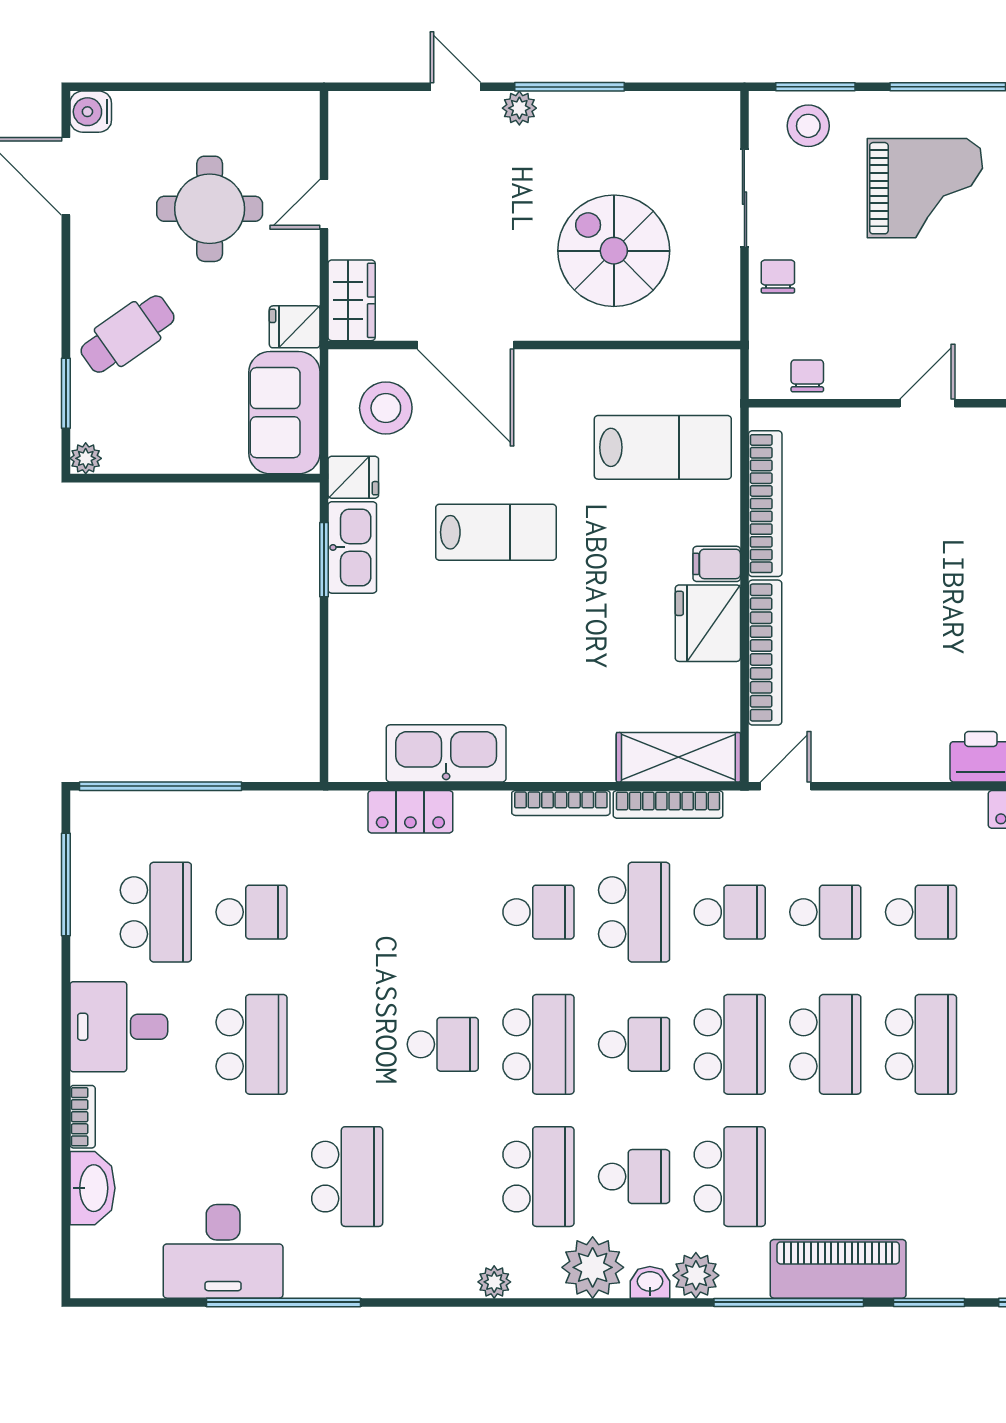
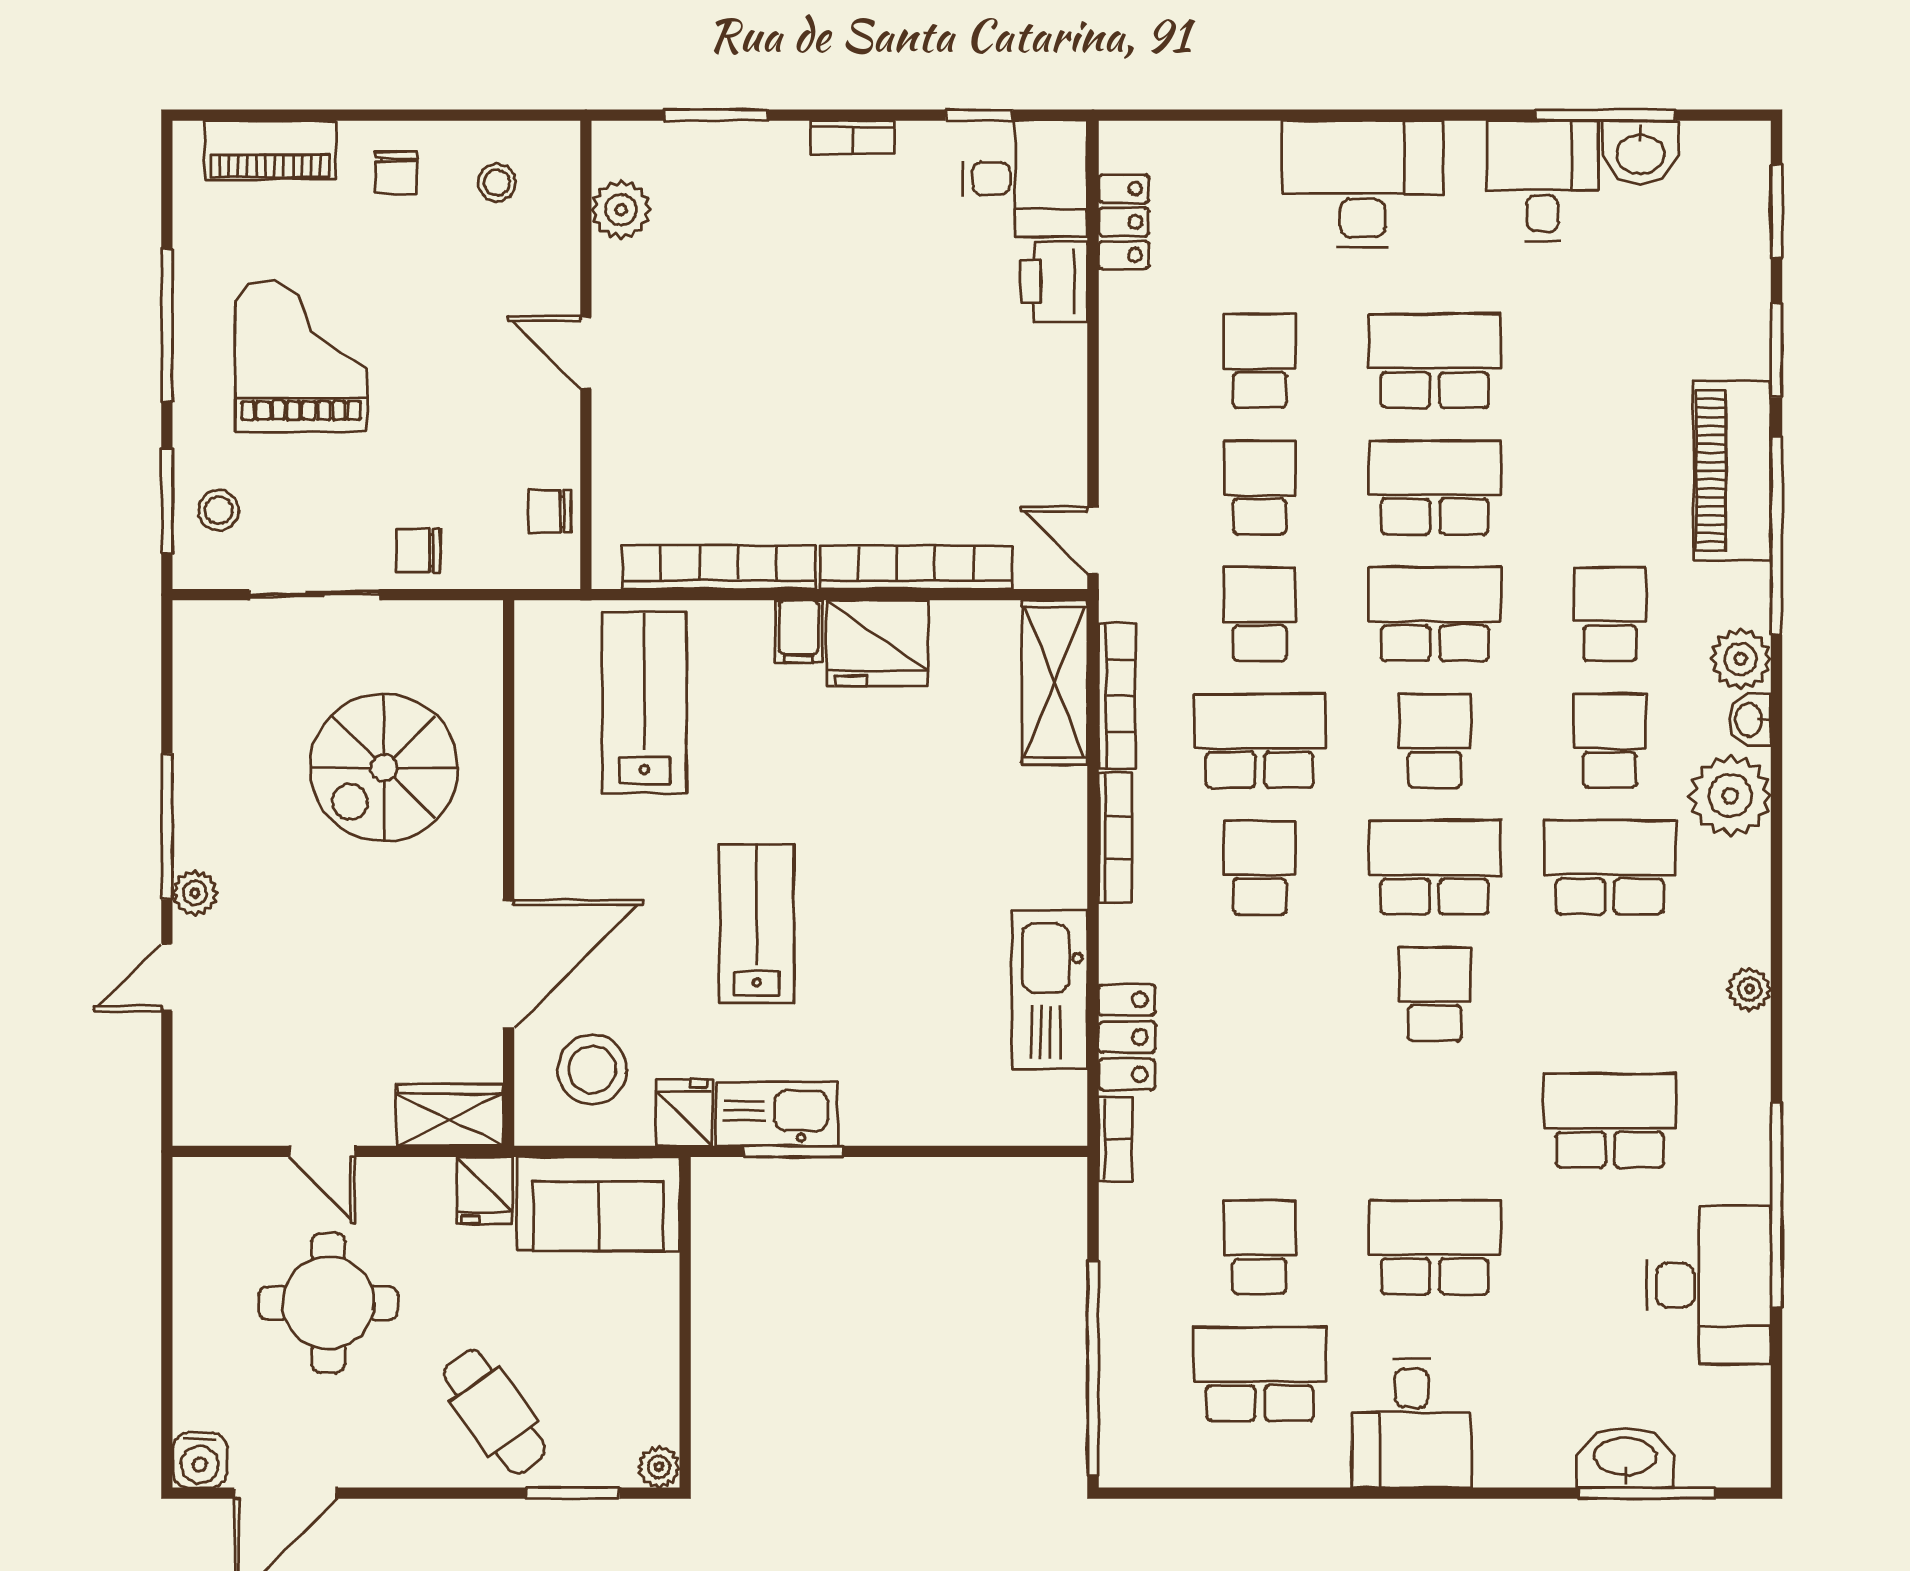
stool: (808, 126) -> (219, 510), width x0.73, depth x0.73
window: (66, 884) -> (1647, 1493), moved
bookcase: (83, 1117) -> (1115, 1139), moved, turned 90
school desk: (730, 1177) -> (1610, 614), width x0.54
plant: (494, 1282) -> (1749, 989), moved

